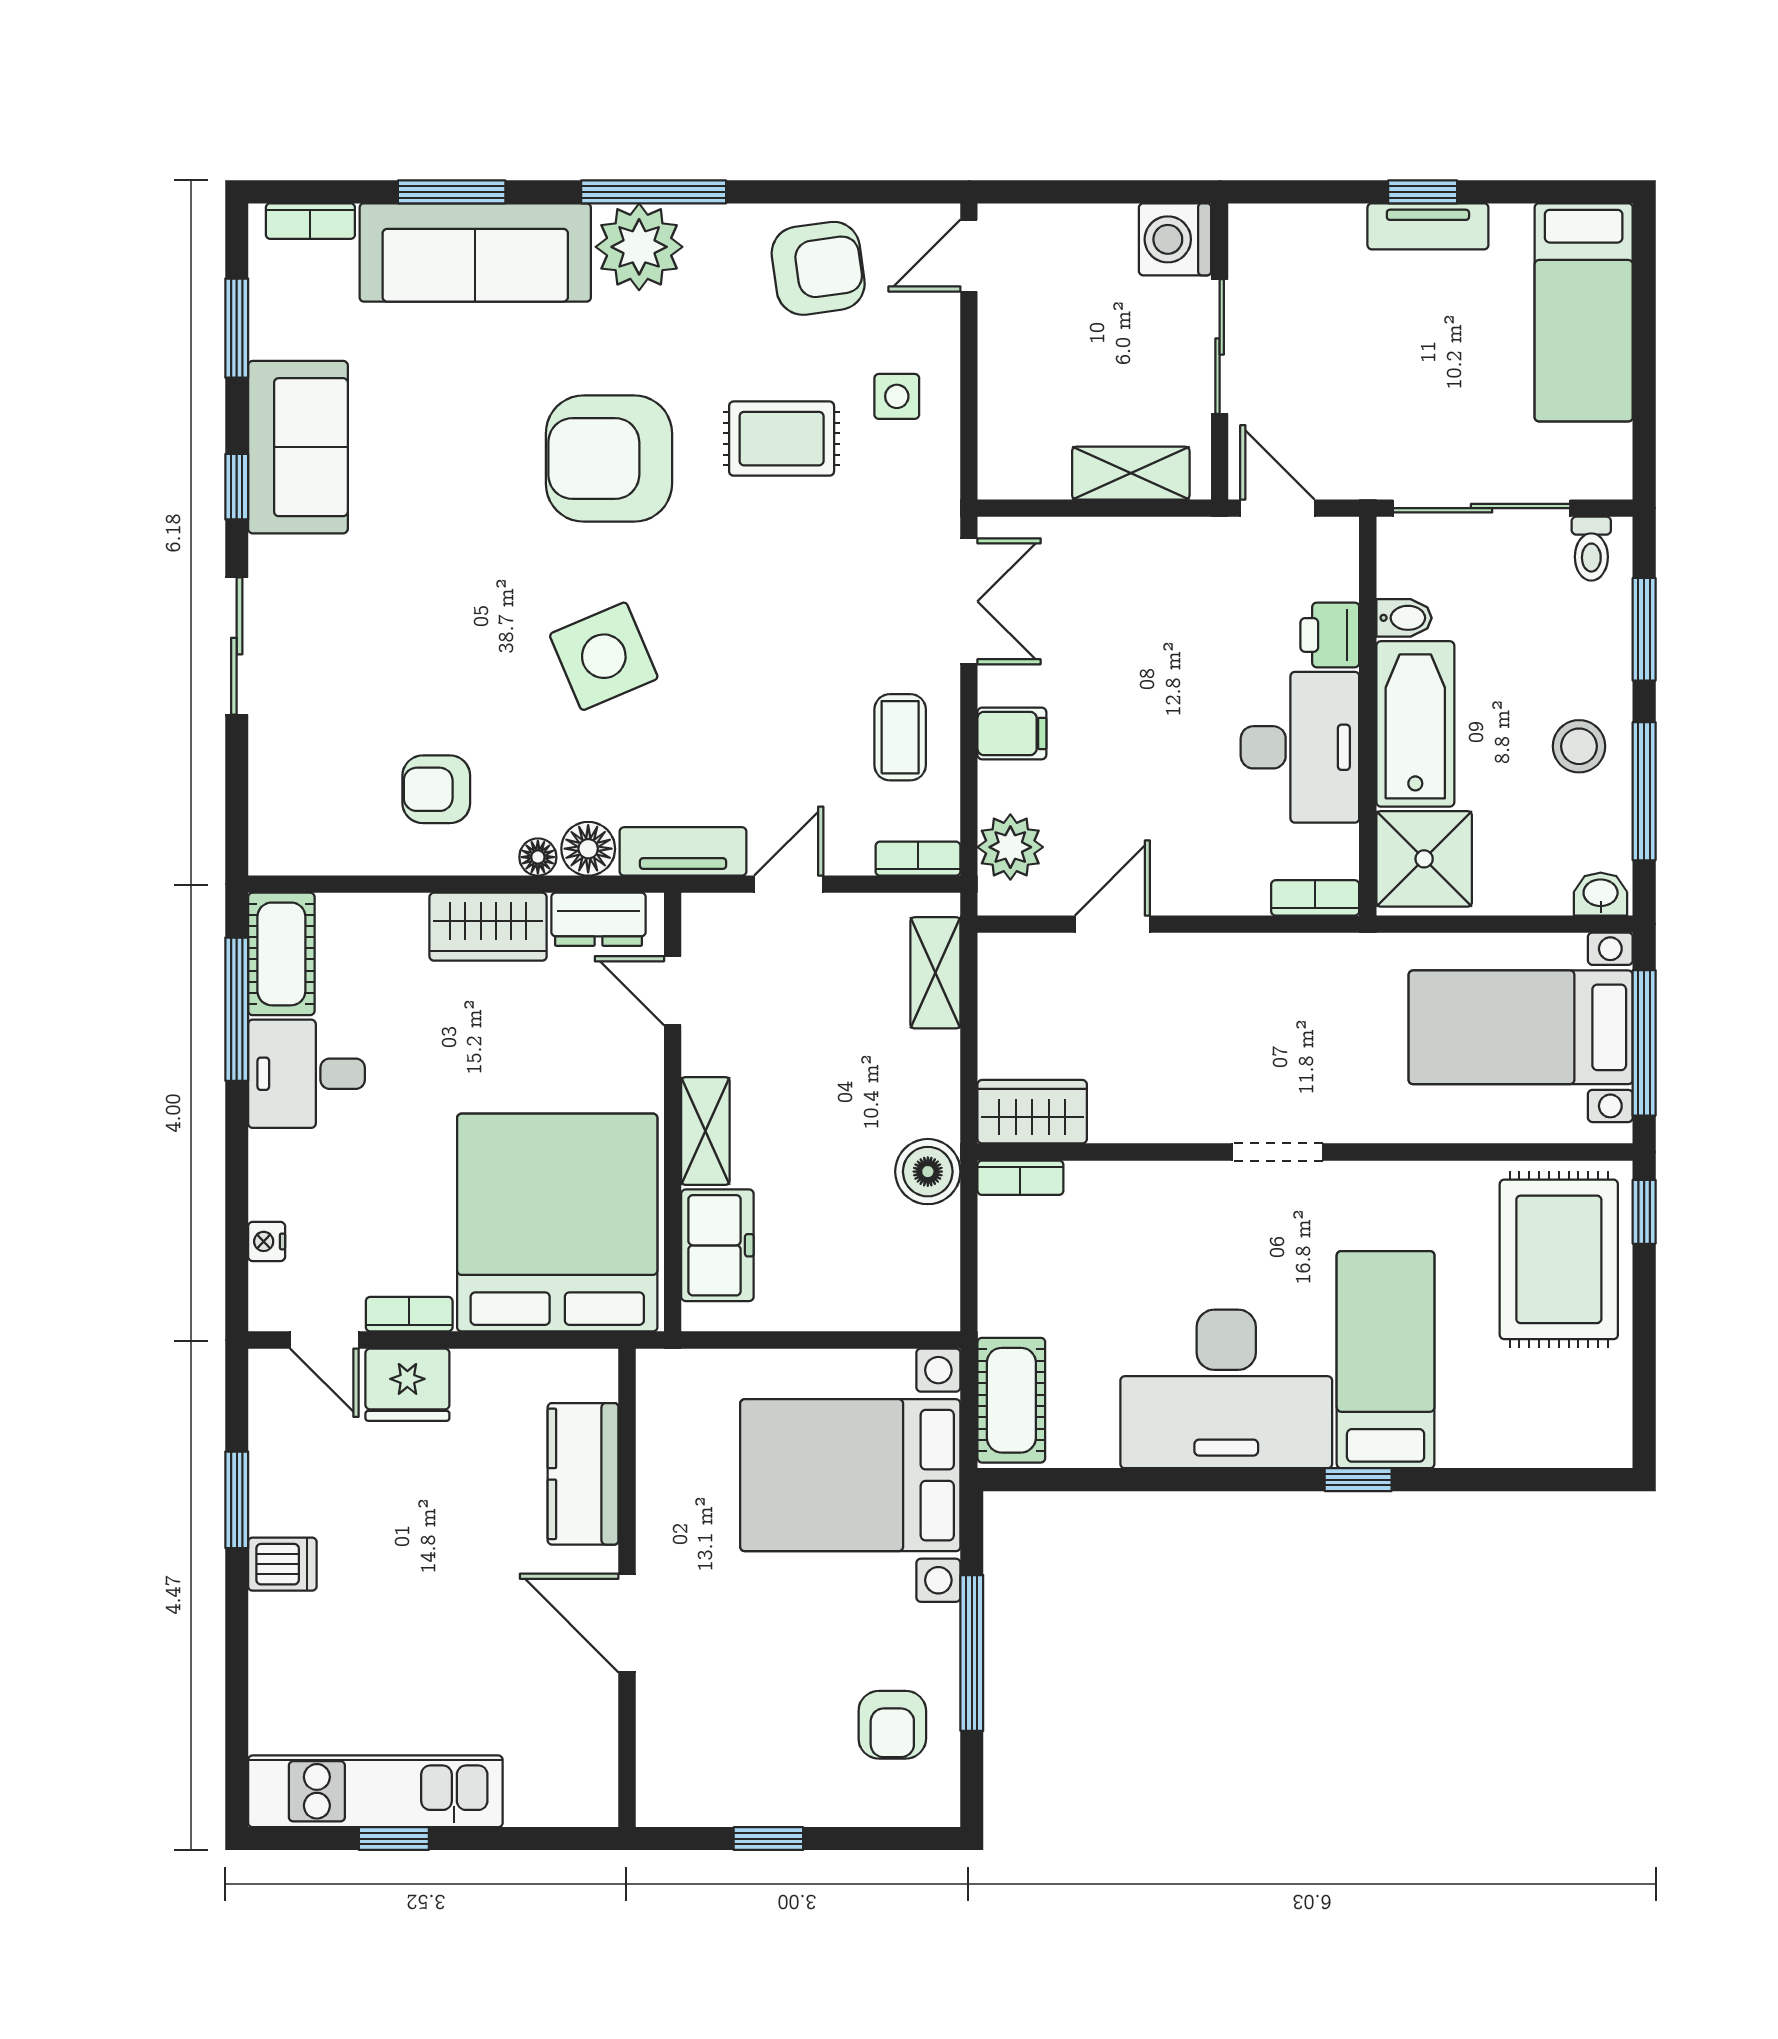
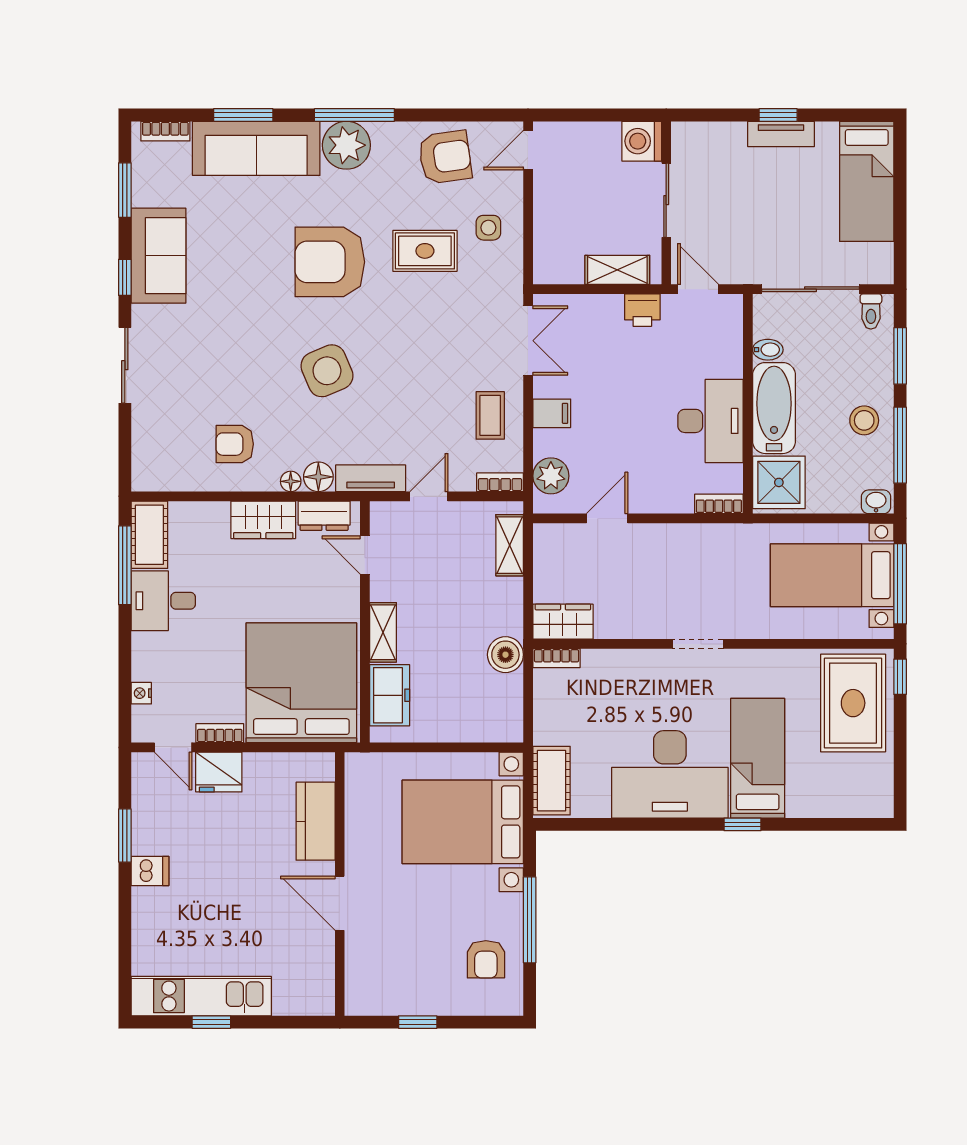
printer: (1330, 635) -> (642, 310), moved, turned -90

